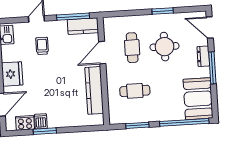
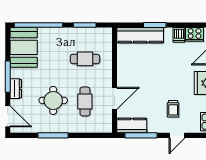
window: (163, 11) -> (53, 135), width x1.44
kitchen counter: (94, 90) -> (140, 35), moved, turned 90
window: (45, 131) -> (155, 25), moved

